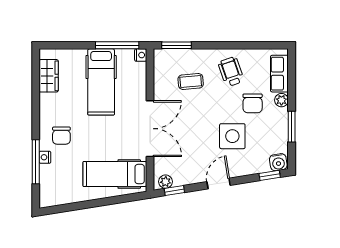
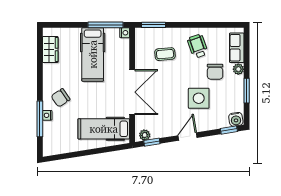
chair: (61, 136) -> (61, 98), turned 56

